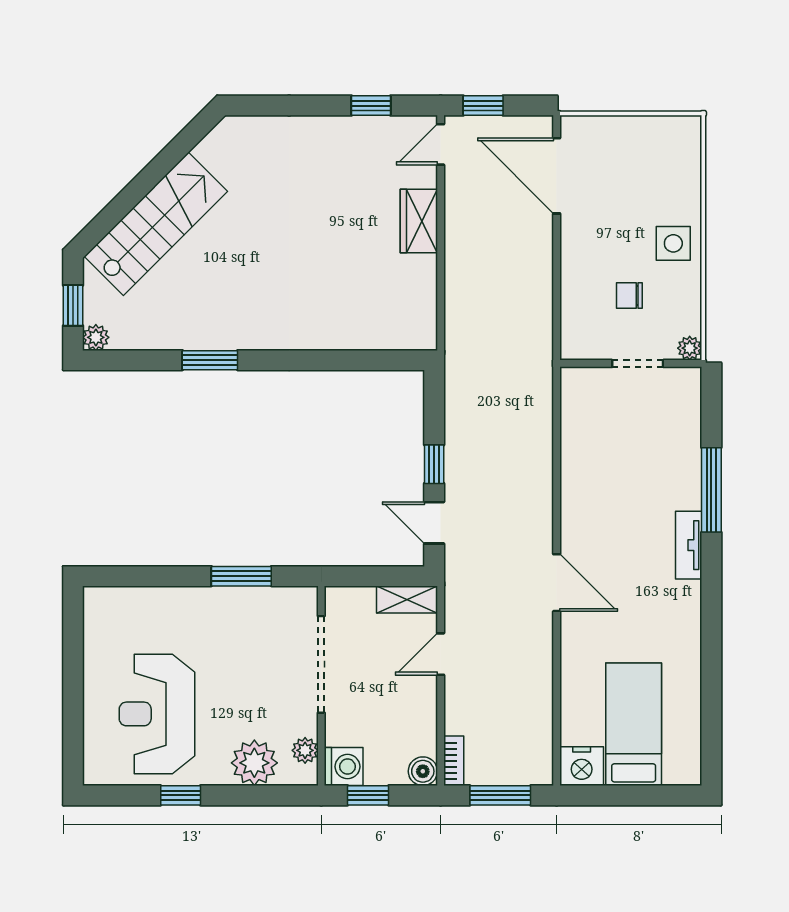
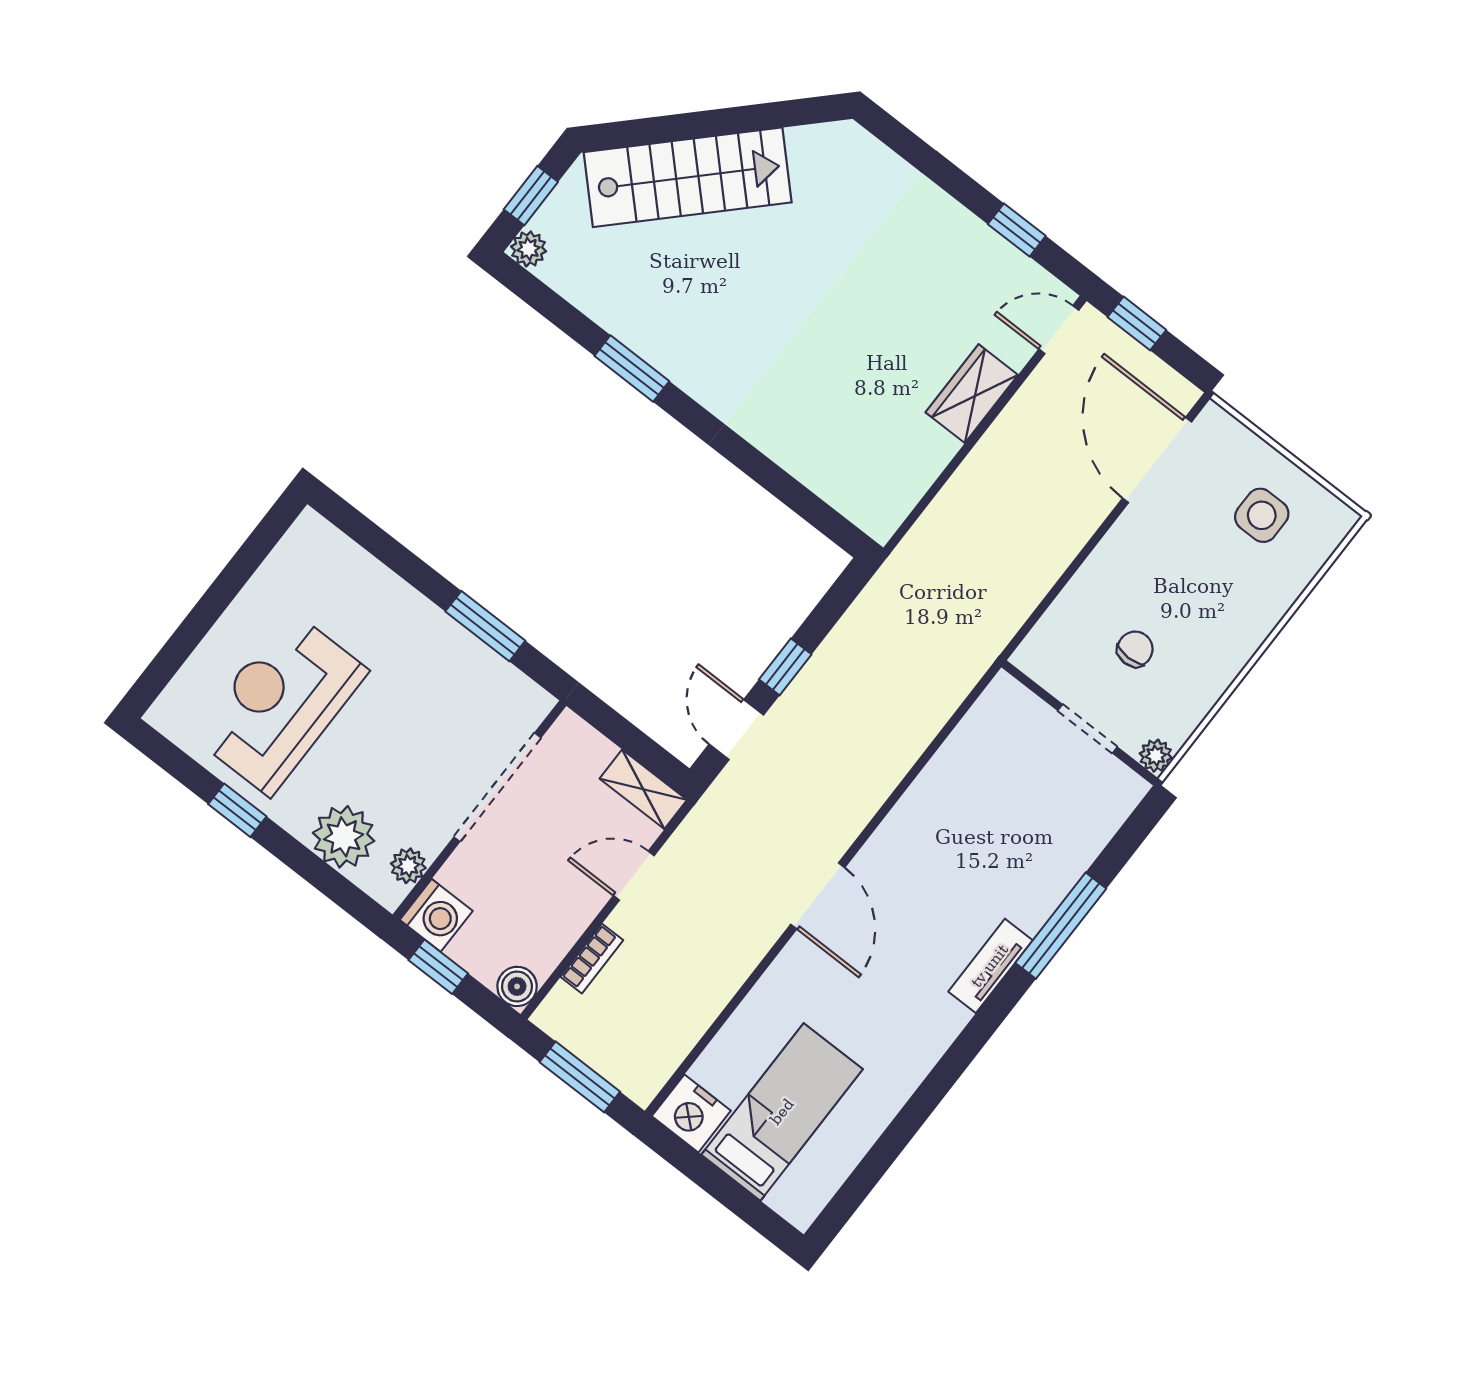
side table: (673, 243) -> (1262, 515), moved
chair: (629, 296) -> (1135, 649), turned 90
bookcase: (454, 761) -> (592, 959), moved

